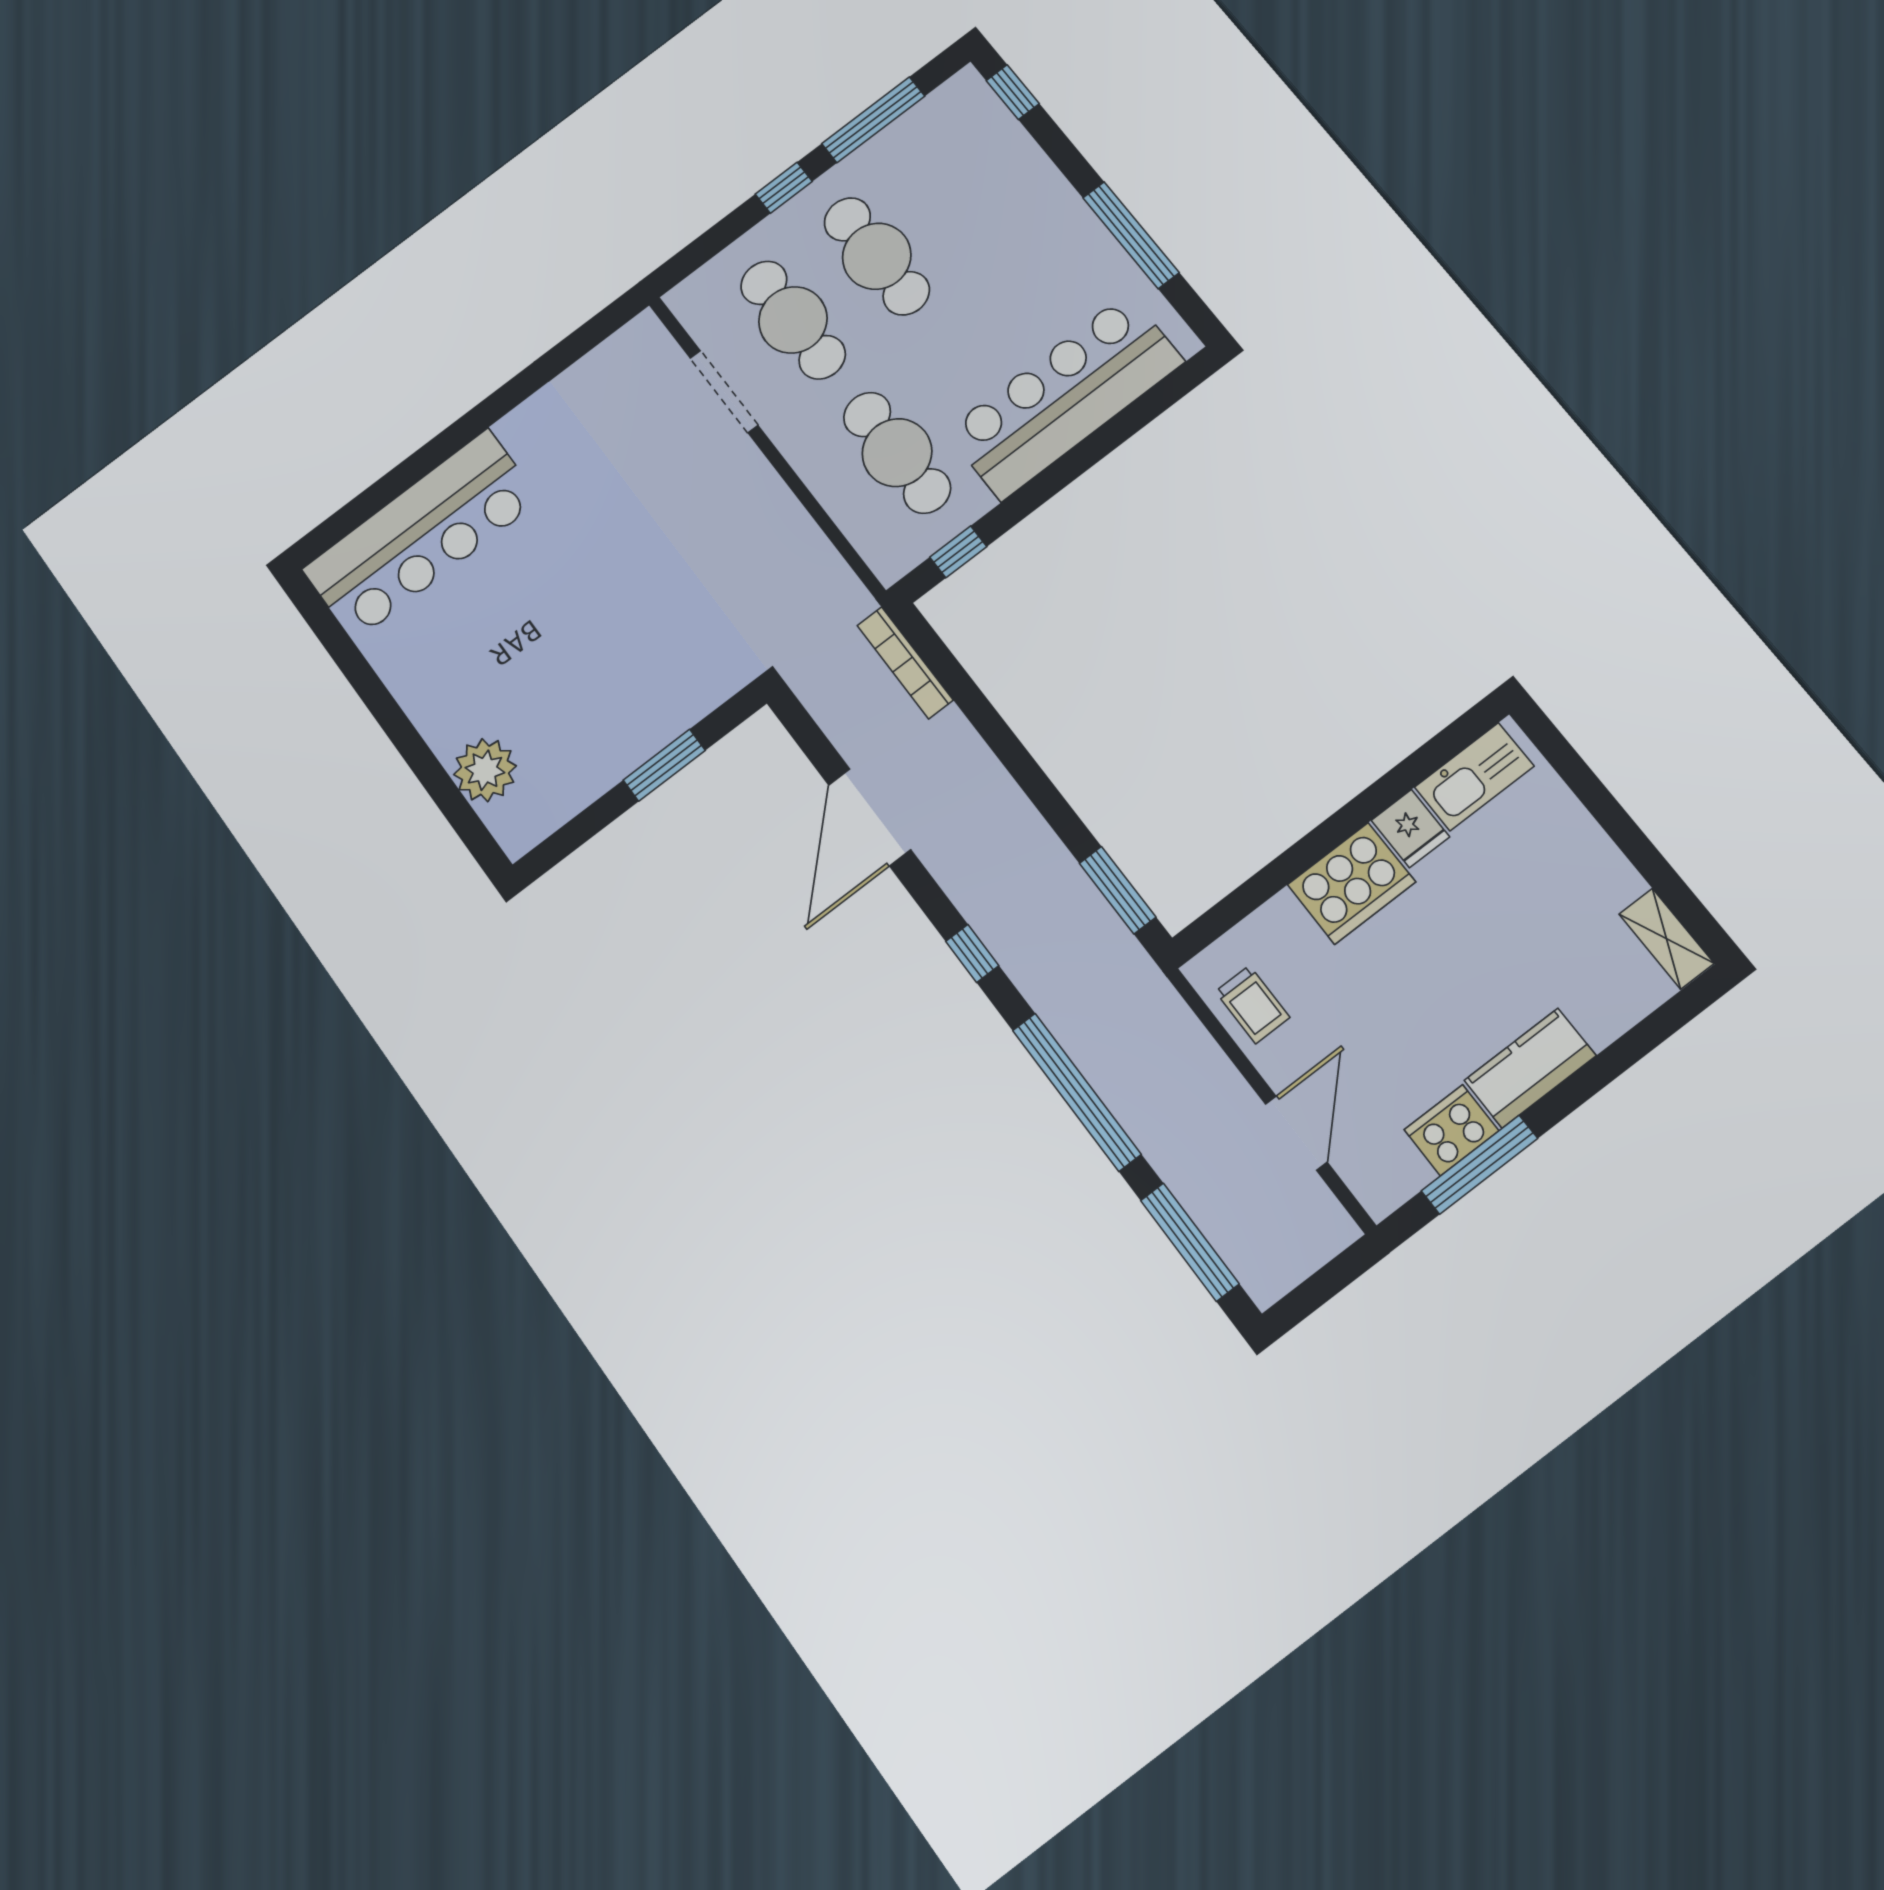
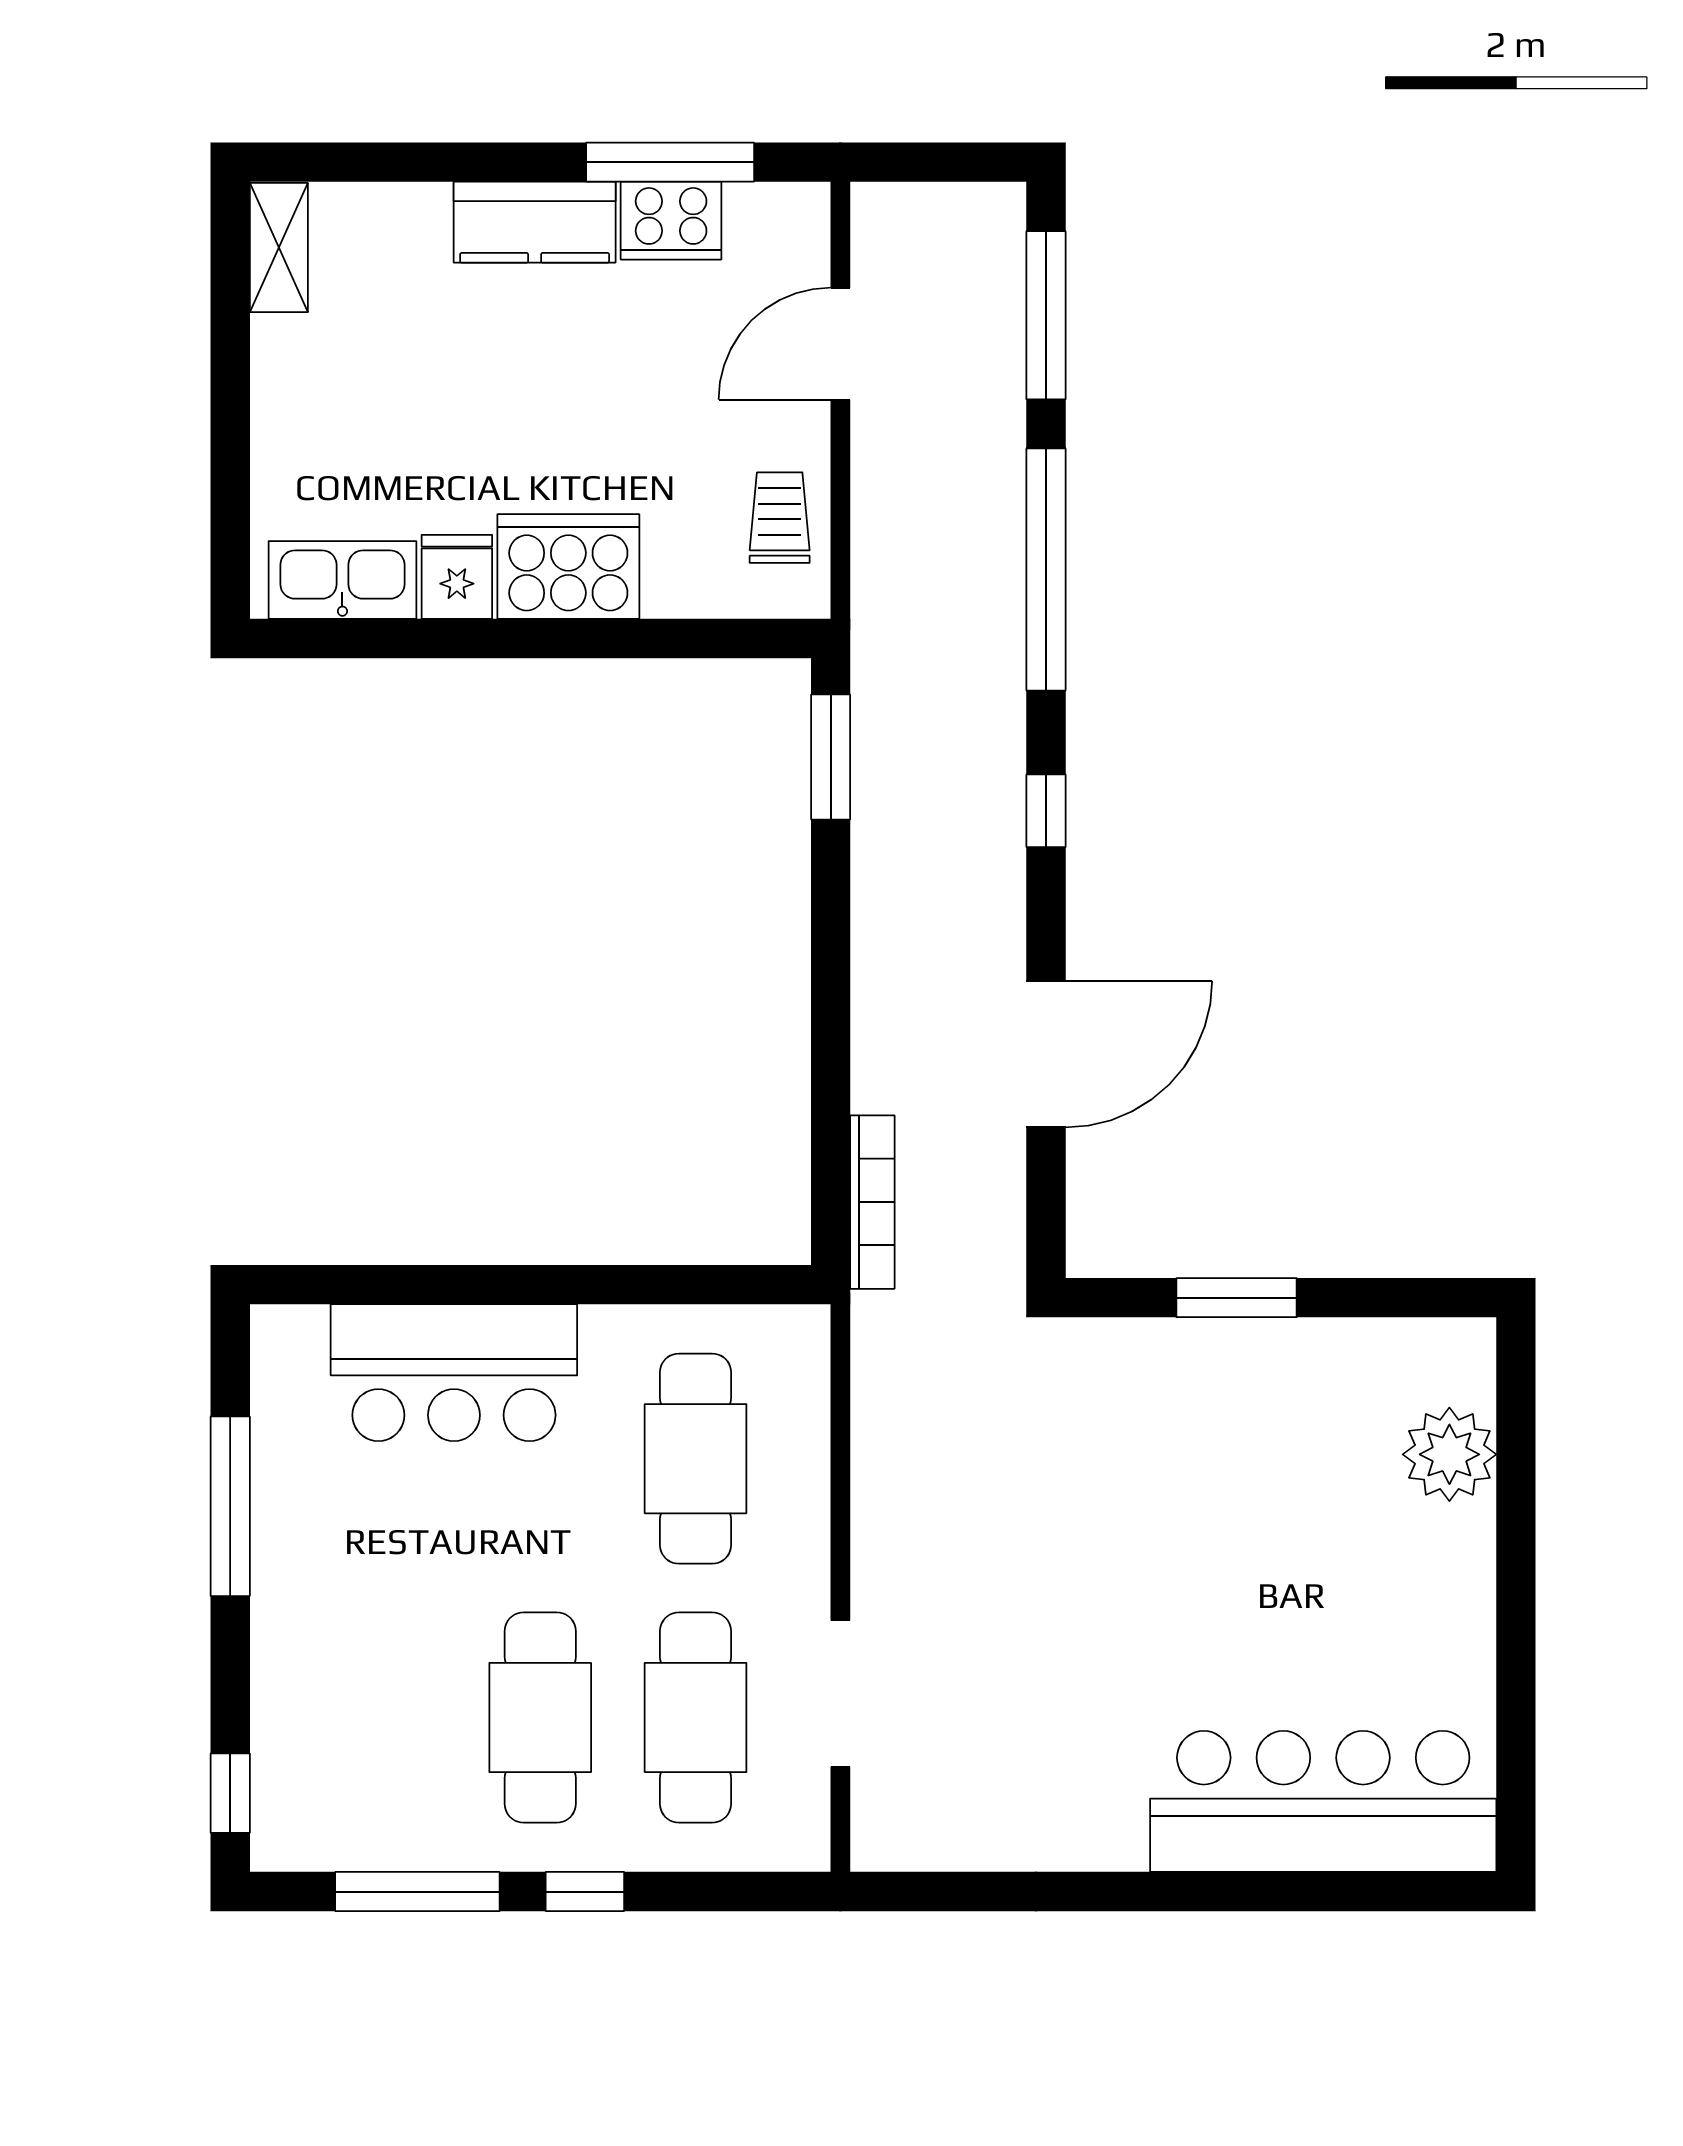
bar counter: (1065, 396) -> (454, 1373), width x0.73
window: (958, 552) -> (714, 1285), removed

